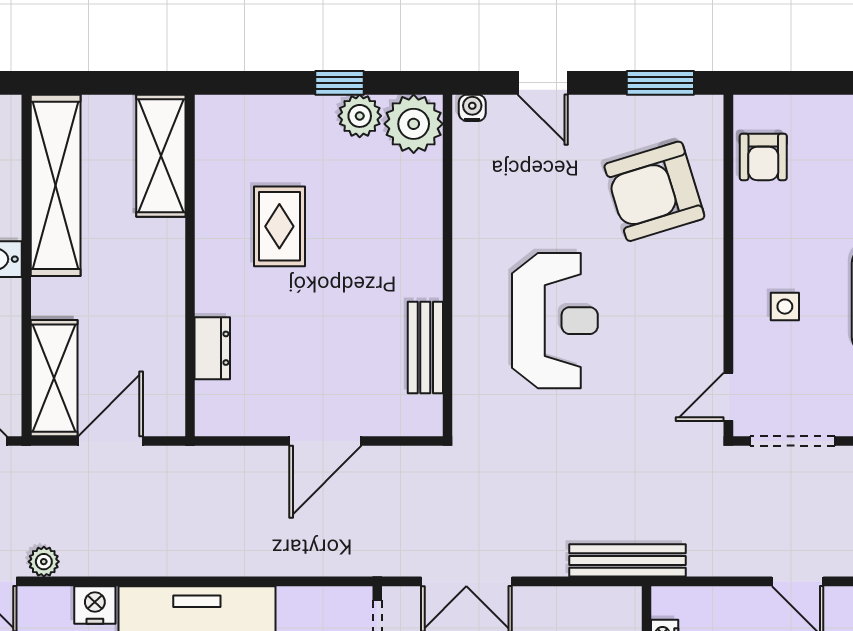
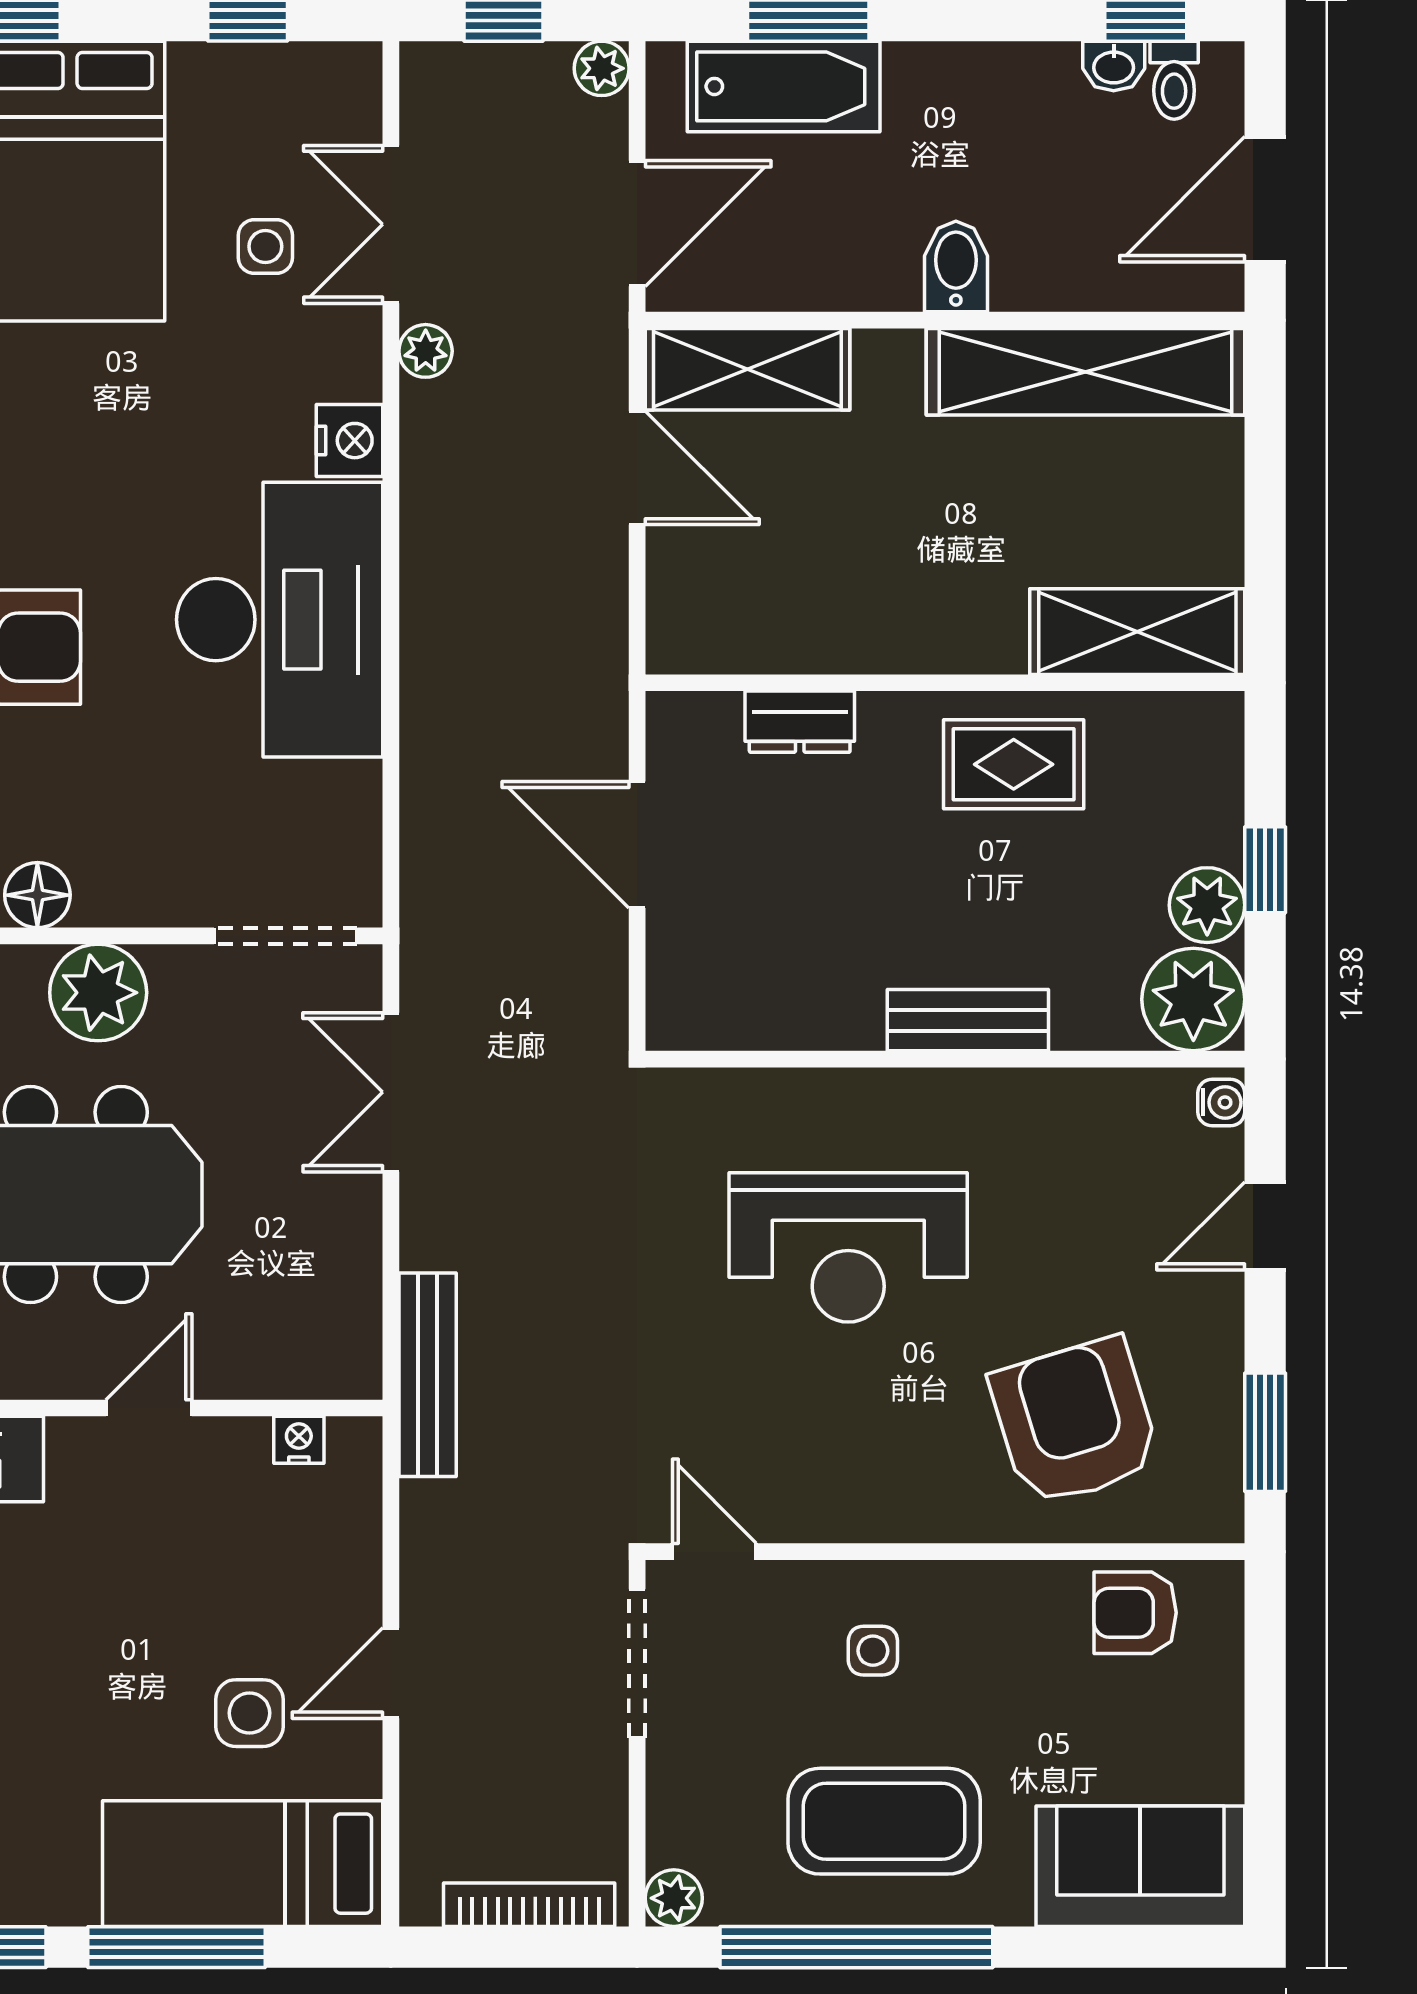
shelving: (161, 156) -> (1137, 632), moved
wall: (190, 265) -> (945, 683), moved
bench: (425, 347) -> (968, 1020), moved
dresser: (212, 348) -> (800, 722), moved

